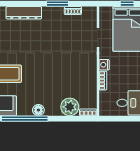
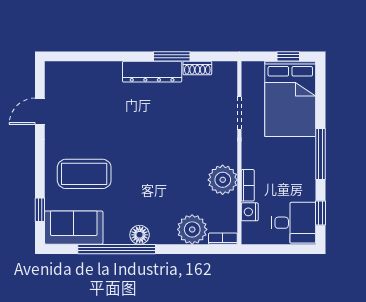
dresser: (24, 13) -> (152, 72), moved
nightstand: (104, 65) -> (250, 212), moved
plant: (88, 77) -> (223, 180), added

